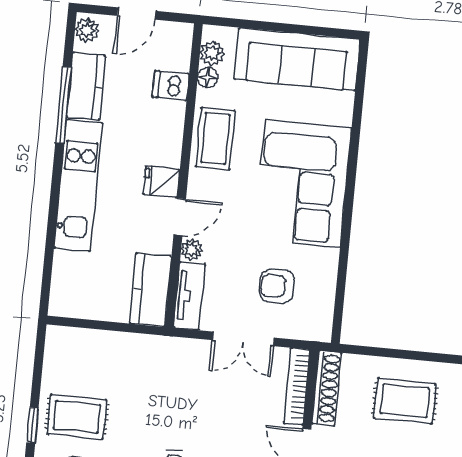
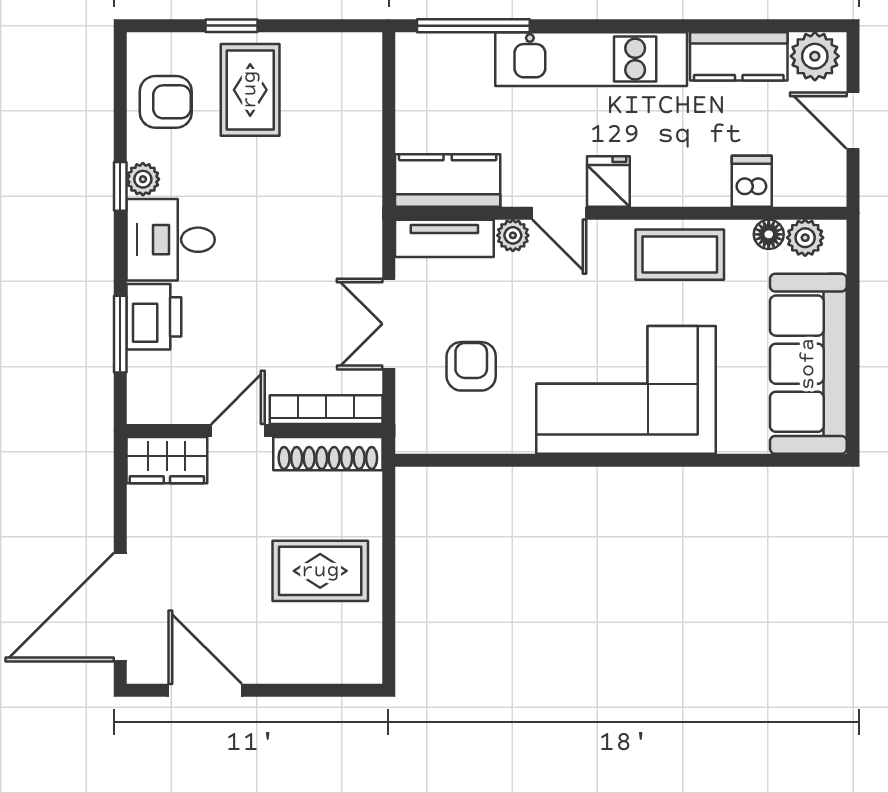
plant: (87, 30) -> (815, 56), width x1.38, depth x1.38
window: (63, 105) -> (473, 26), moved
rug: (405, 401) -> (320, 571), turned 90

